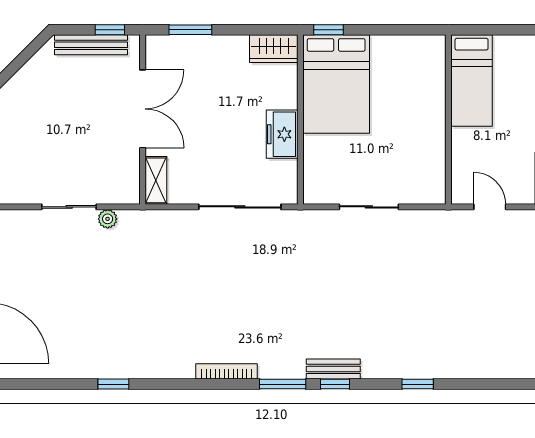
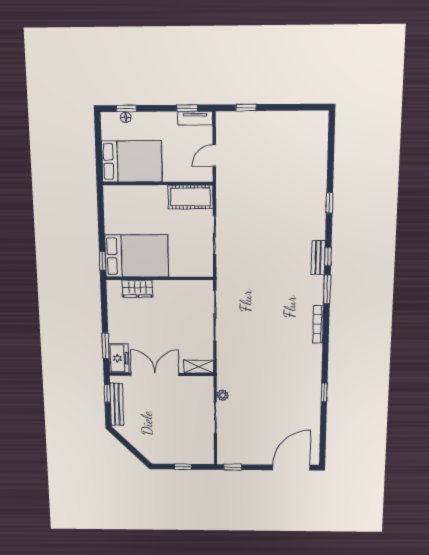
wardrobe: (274, 49) -> (137, 289), moved, turned 90
bed: (472, 81) -> (132, 161), width x1.50
freezer: (282, 134) -> (119, 358), moved, turned -90
cot: (428, 170) -> (191, 197), added

